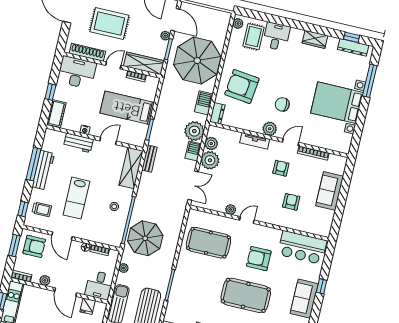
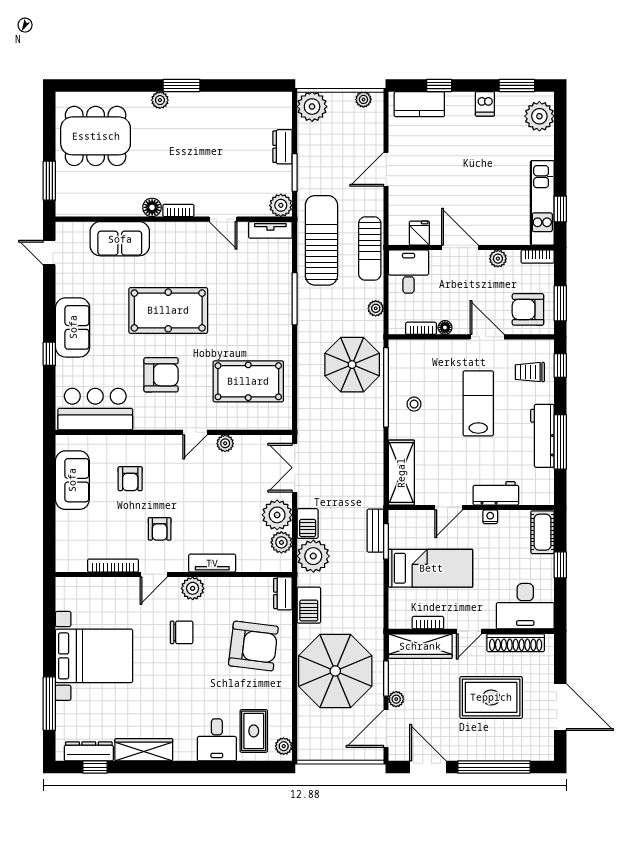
door: (175, 20) -> (386, 729), hinge flipped
wardrobe: (315, 39) -> (144, 750), width x1.50
bench: (149, 159) -> (375, 531), moved
sofa: (330, 191) -> (72, 480), moved

